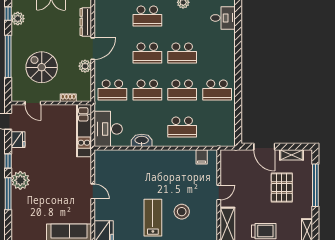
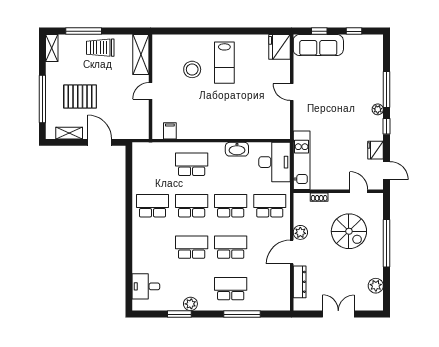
window: (8, 14) -> (387, 291), removed
plant: (20, 180) -> (378, 109), width x0.53, depth x0.53
pallet: (282, 187) -> (80, 97), turned 90

